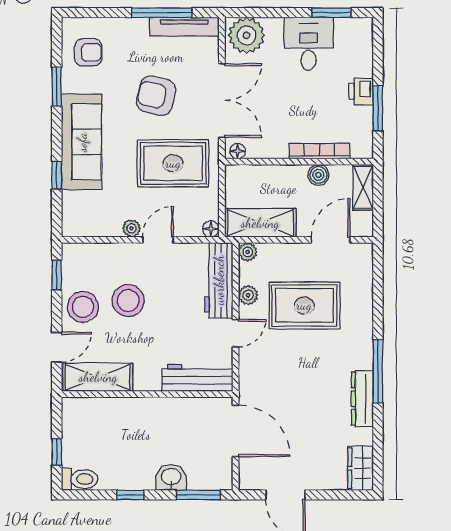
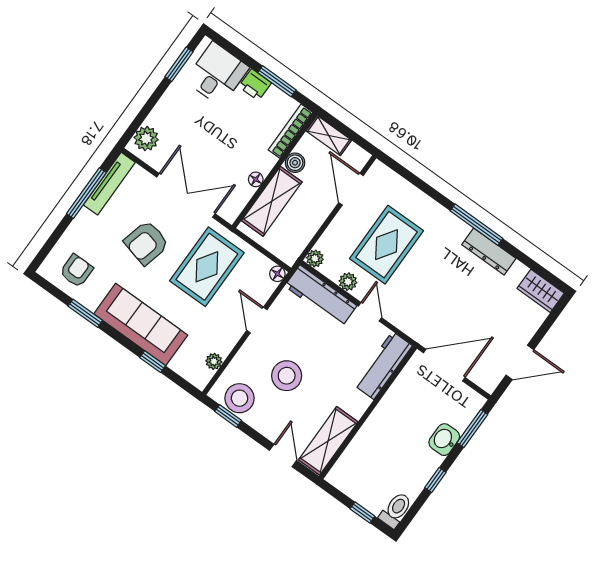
plant: (246, 35) -> (146, 139), width x0.73, depth x0.73
desk: (309, 44) -> (217, 74), moved, turned 90
floor lamp: (238, 151) -> (256, 179), moved
bookcase: (319, 151) -> (290, 131), moved
shelving: (260, 223) -> (272, 201), moved
plant: (132, 228) -> (214, 361), moved
stool: (83, 307) -> (240, 398), moved

